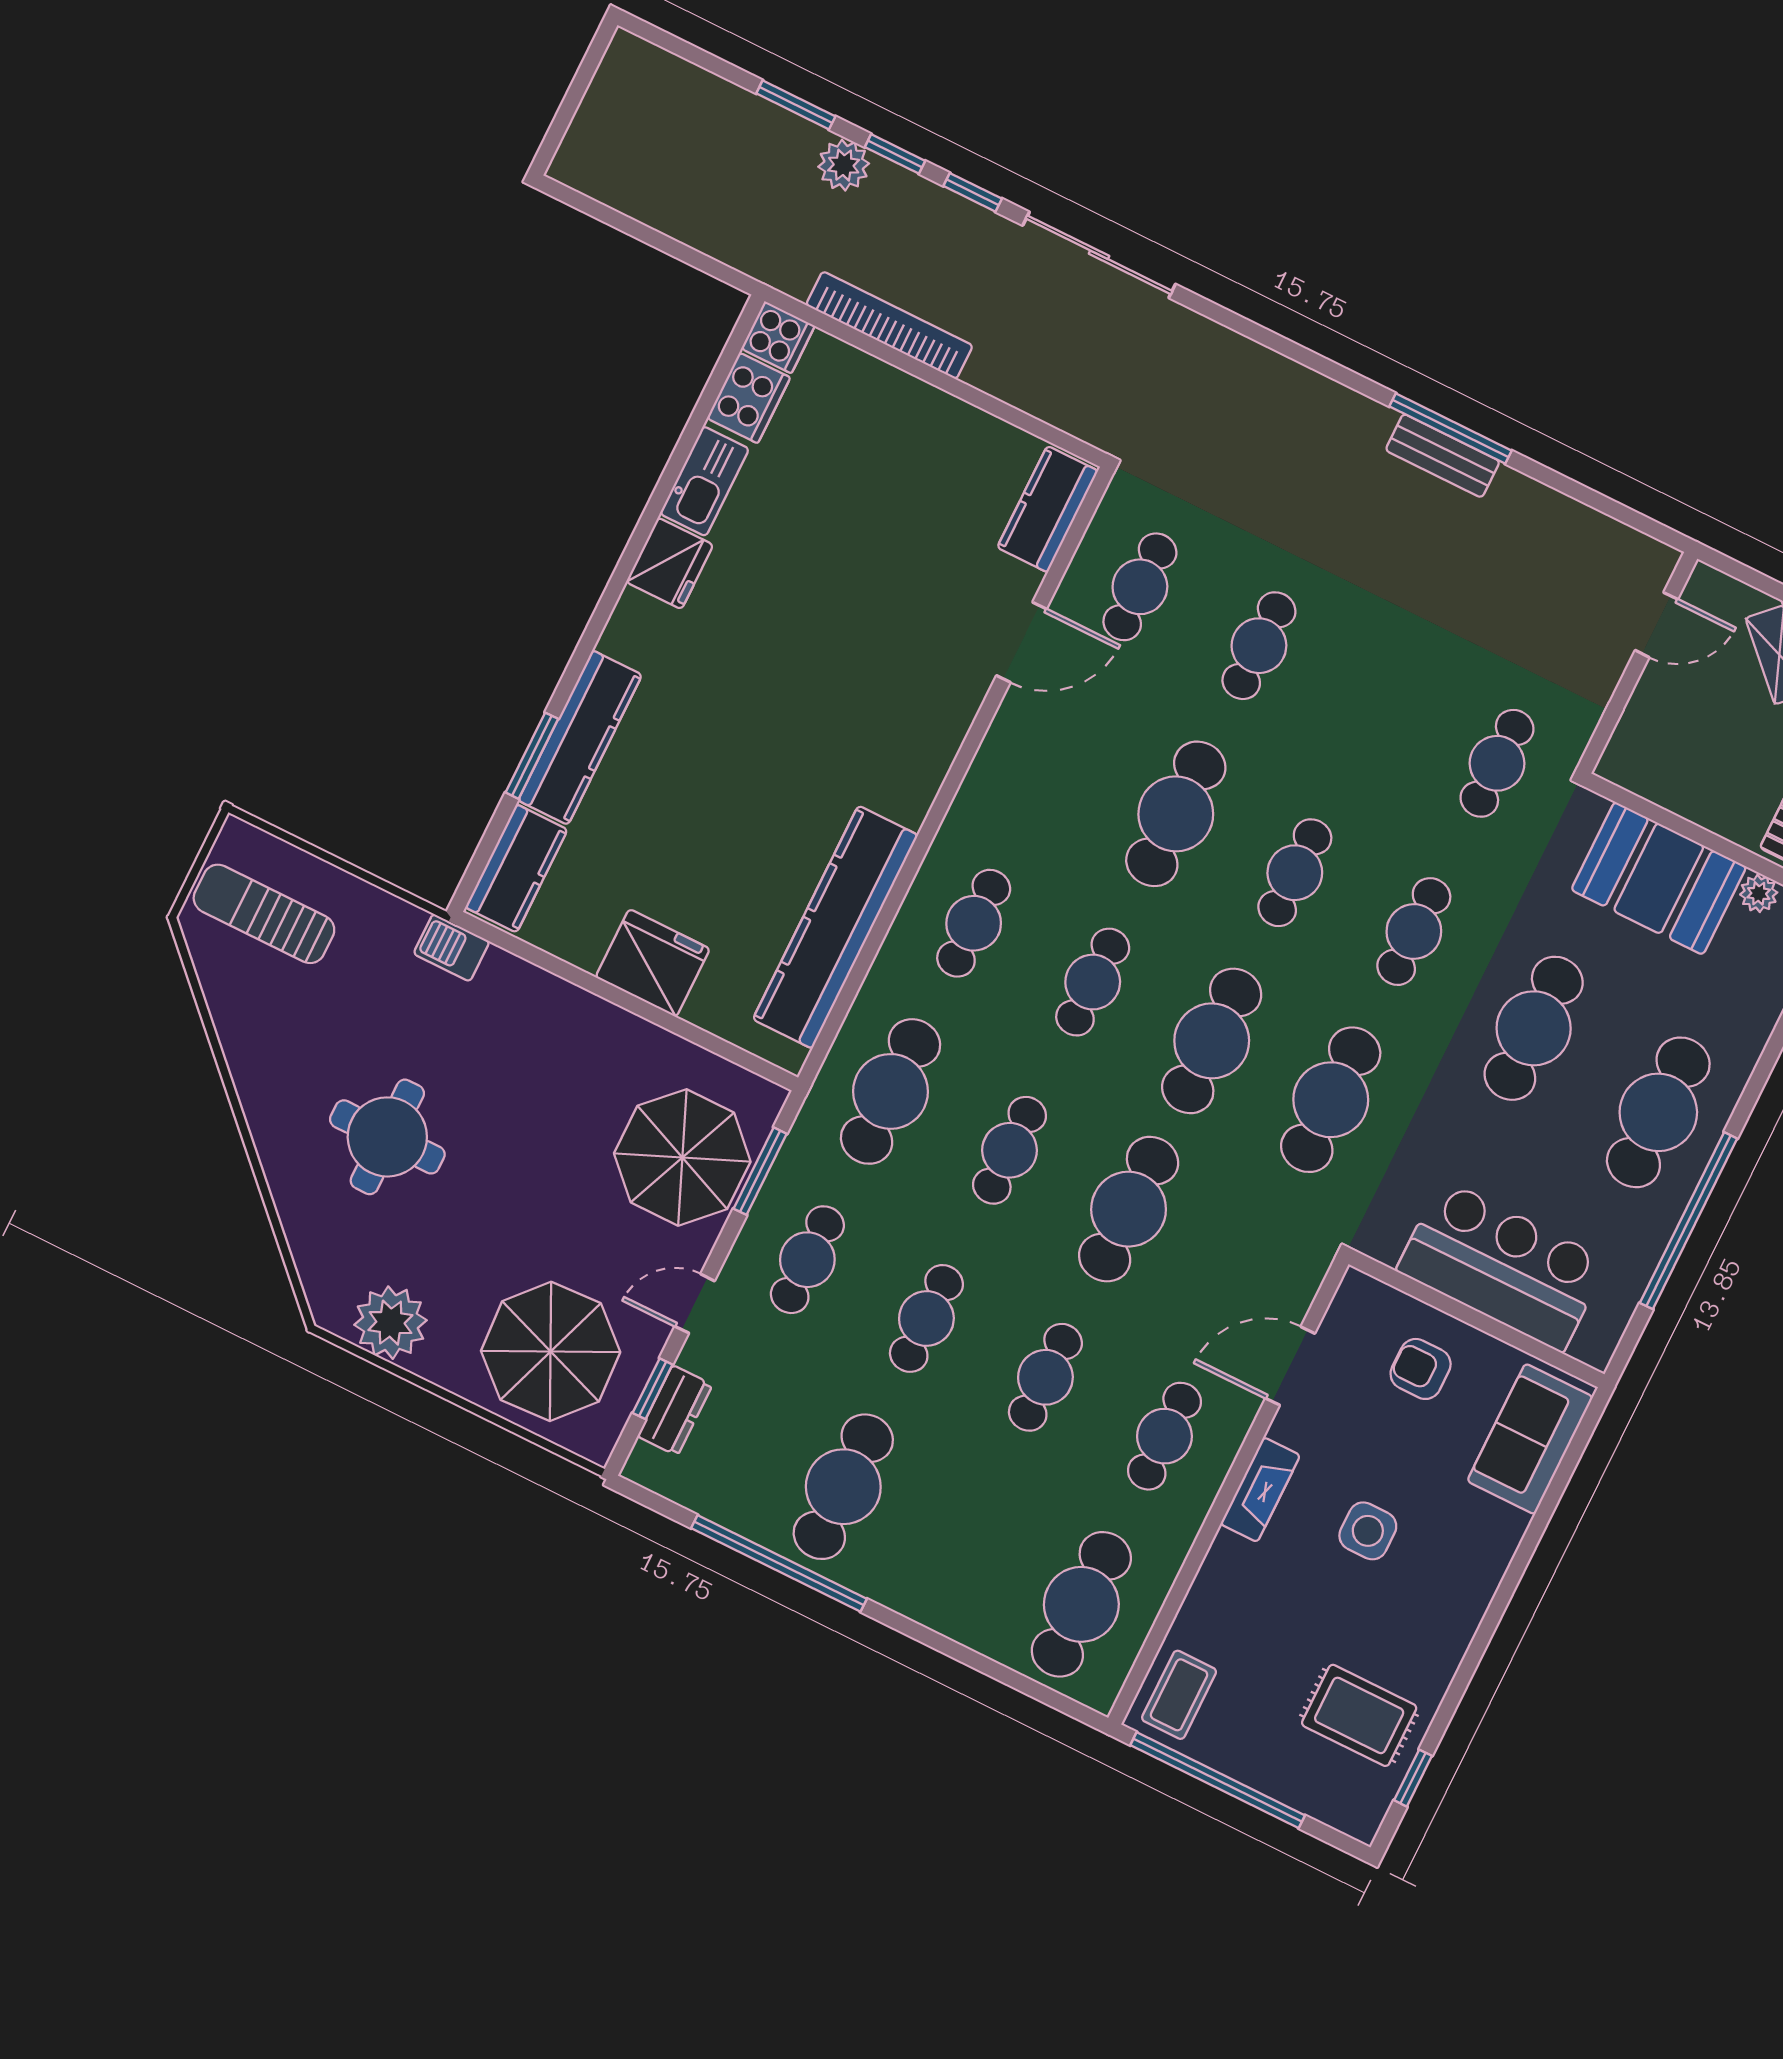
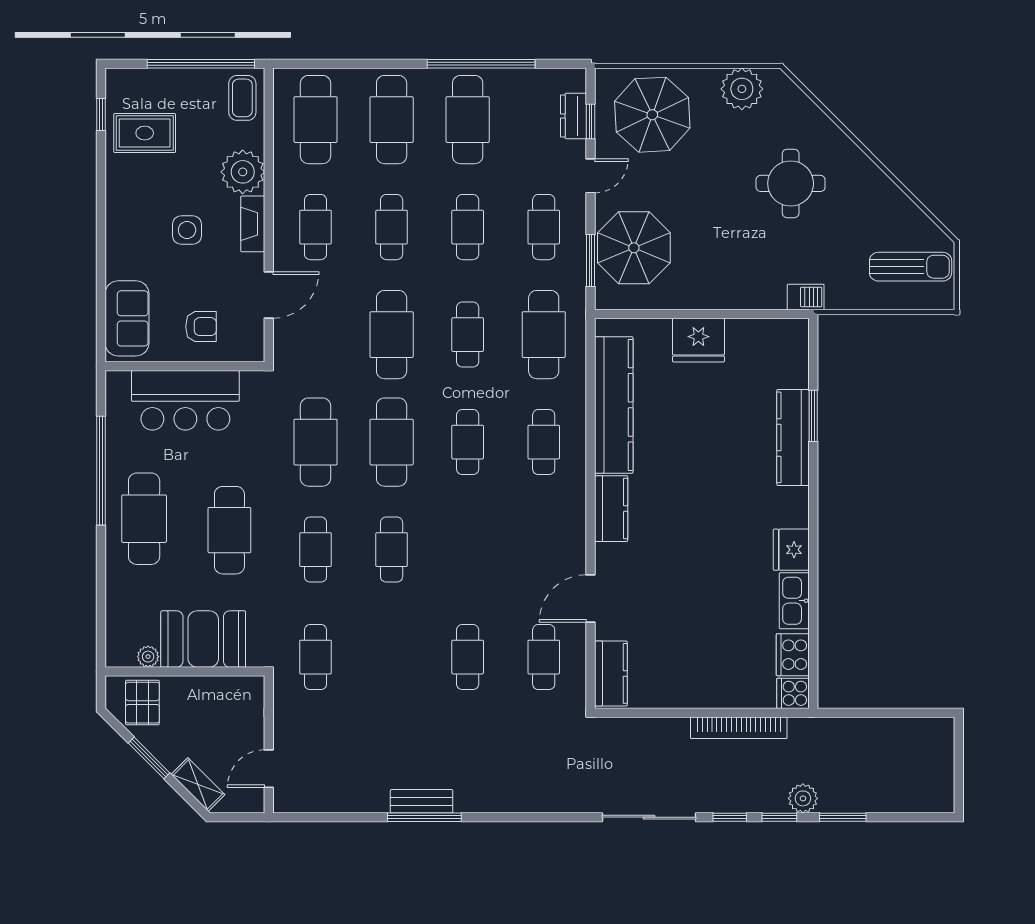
cafe table: (1176, 814) -> (392, 120), moved
kitchen counter: (516, 868) -> (611, 509), moved, turned 180
plant: (1236, 1579) -> (243, 172), added

